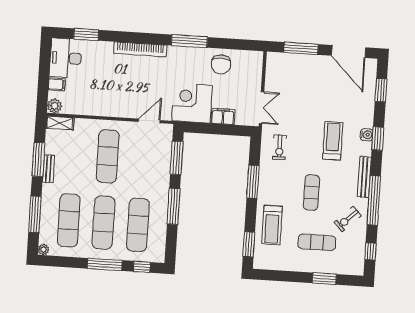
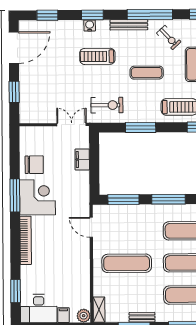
window: (301, 48) -> (14, 92), width x0.69
corner desk: (192, 103) -> (37, 197), moved, turned 180
exercise bike: (280, 147) -> (107, 105), width x1.38, depth x1.39

